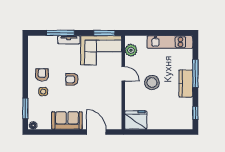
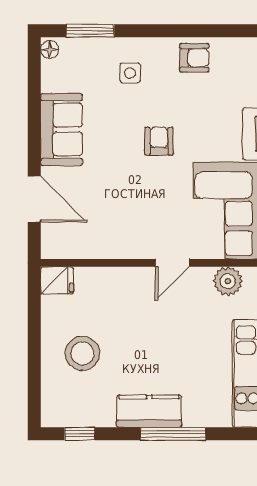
armchair: (42, 75) -> (194, 58), moved
stool: (152, 82) -> (82, 353), moved
fridge: (136, 120) -> (57, 280), width x0.53, depth x0.75
door: (96, 132) -> (34, 199), hinge flipped

